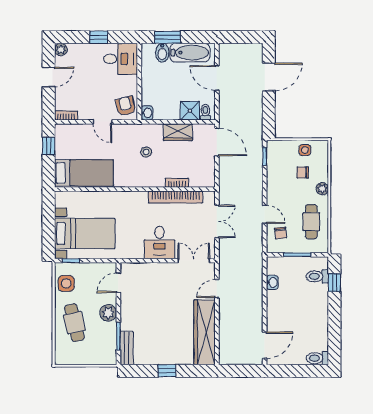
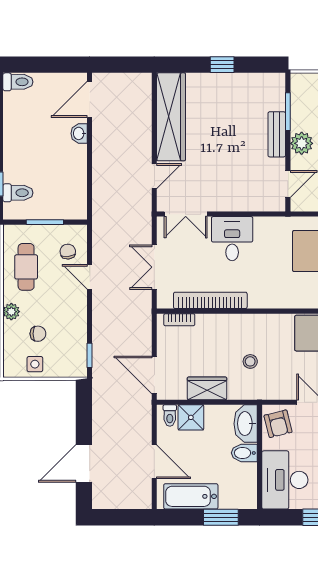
bidet: (162, 53) -> (244, 453), moved, turned -90
desk: (121, 59) -> (285, 480), width x1.37
washbasin: (147, 113) -> (246, 424), width x1.91, depth x1.45
bookcase: (177, 183) -> (179, 320), moved
washbasin: (272, 282) -> (79, 133), moved
bench: (127, 348) -> (277, 134), moved

